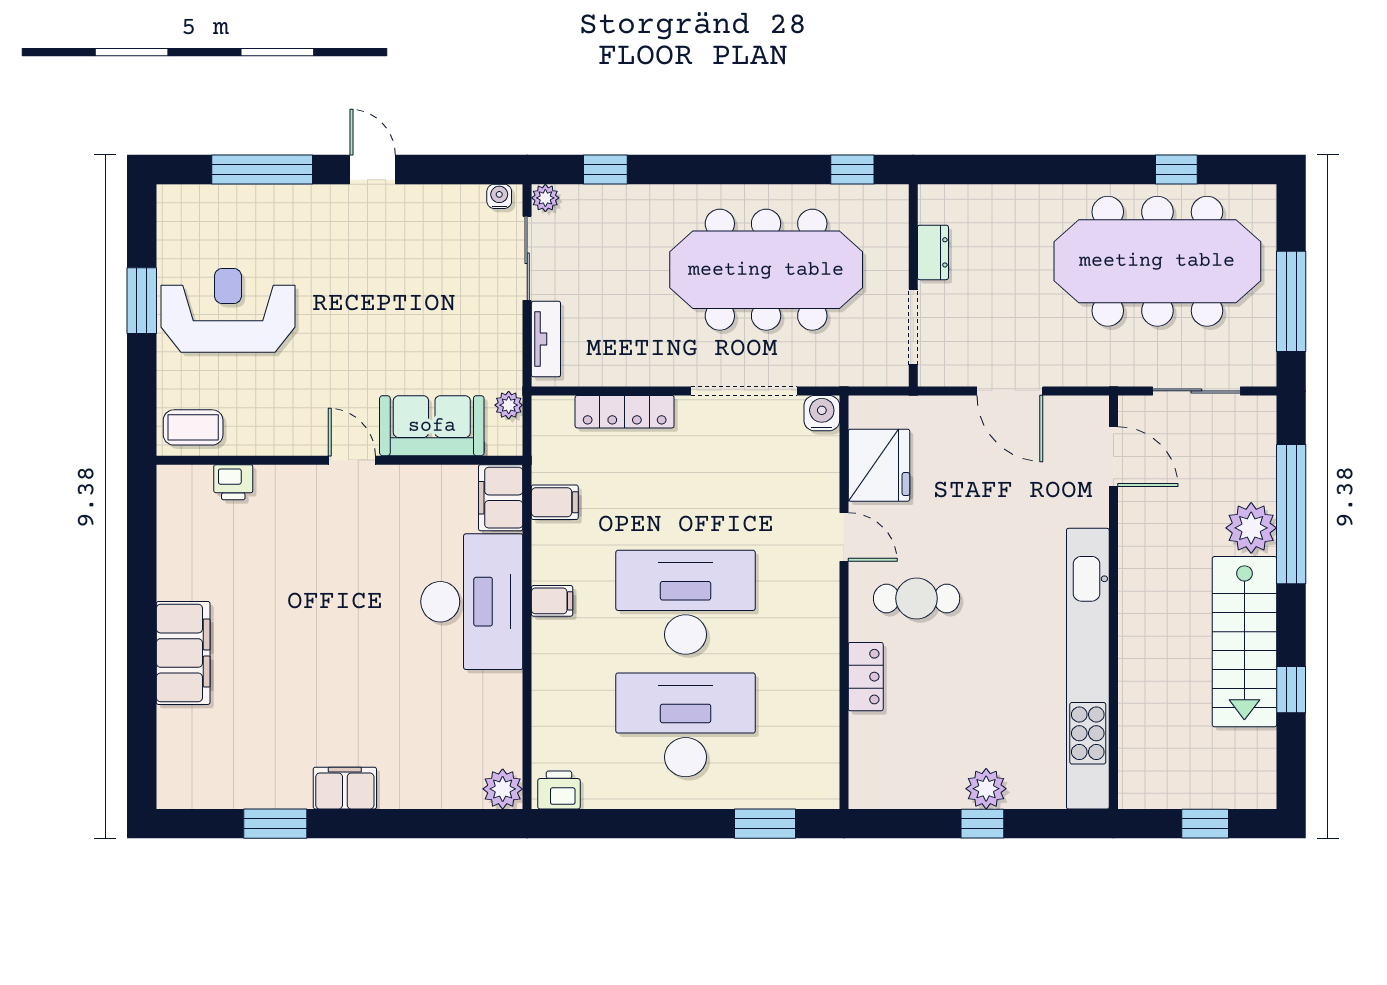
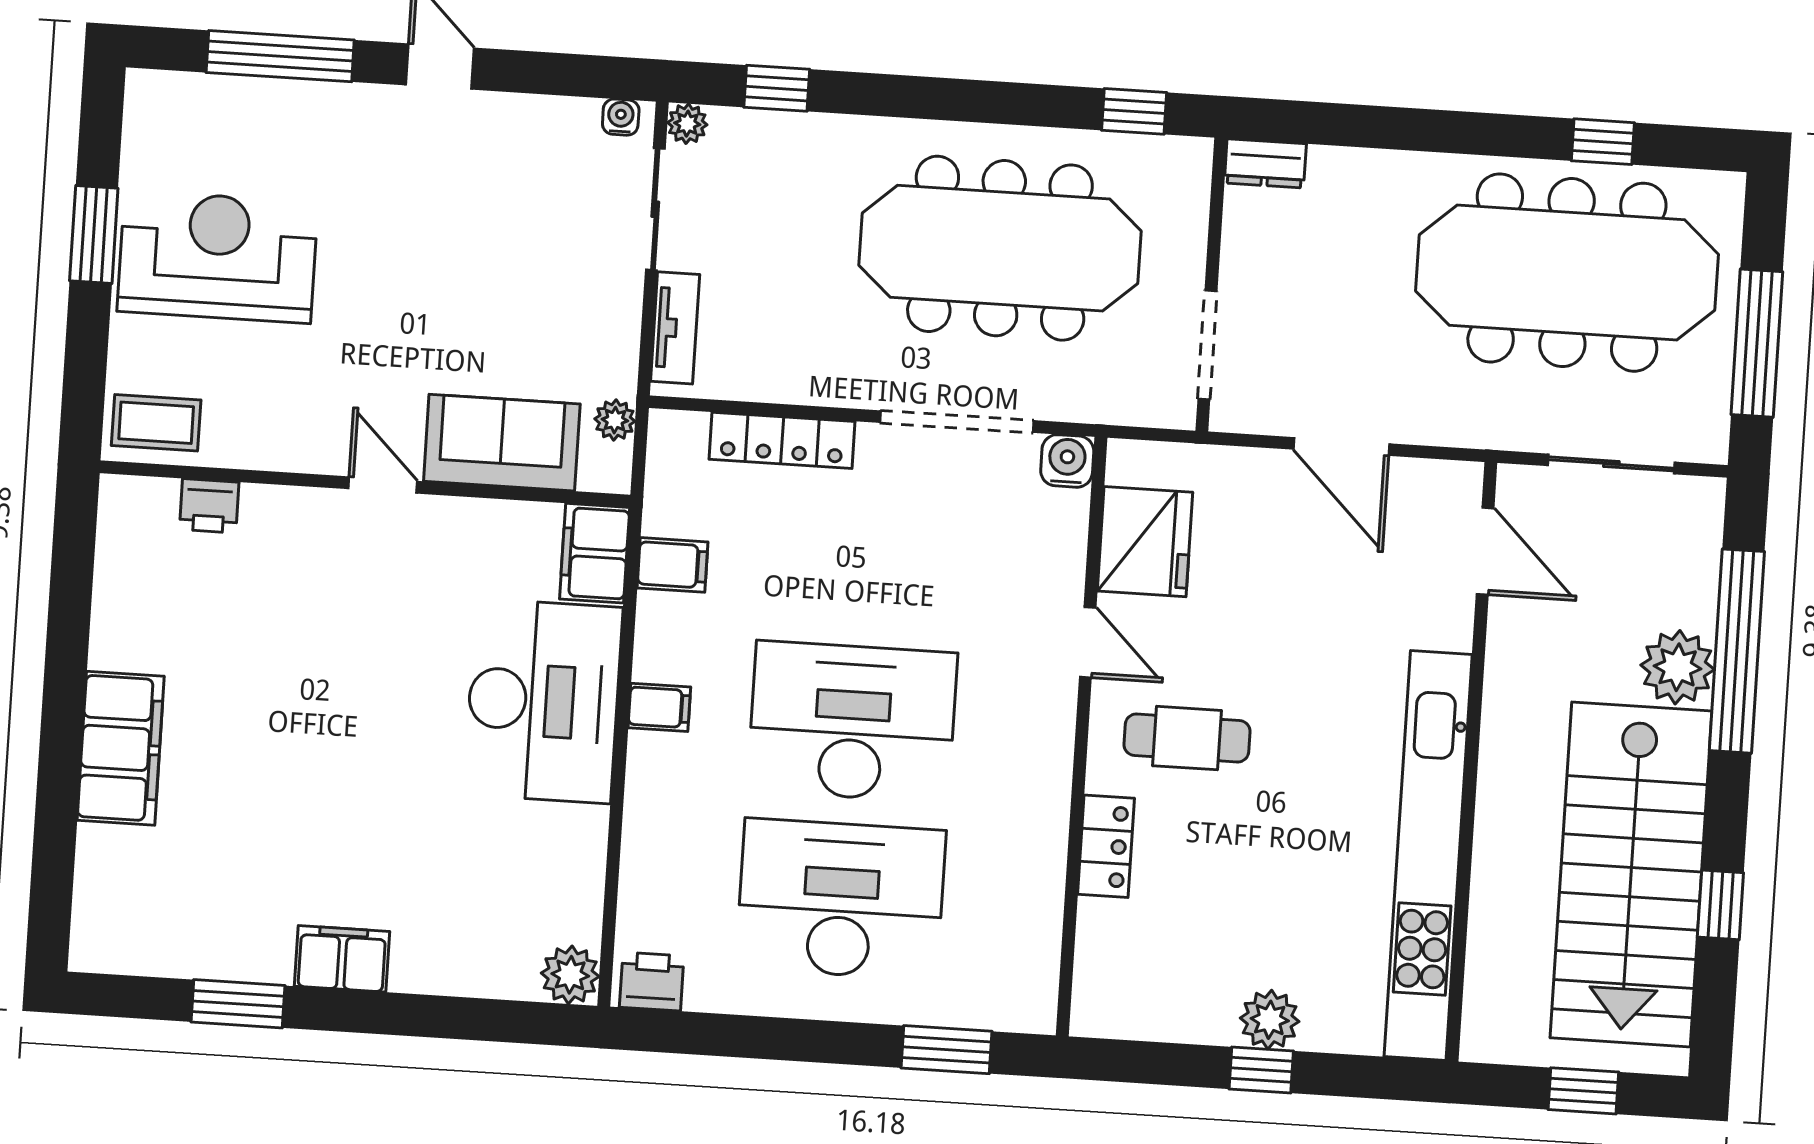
dresser: (933, 252) -> (1265, 163), moved, turned 90
stairs: (1244, 642) -> (1631, 874), width x1.36, depth x1.51

